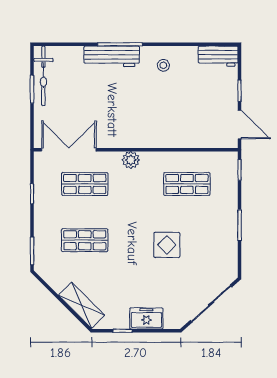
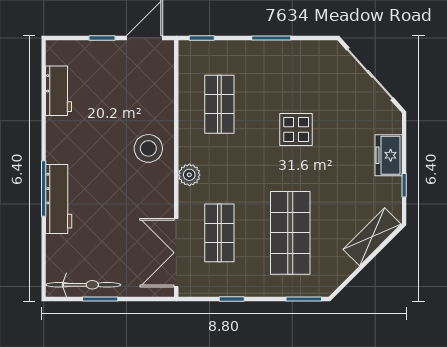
workbench: (218, 56) -> (59, 91), moved
stool: (163, 65) -> (148, 148), moved, width x1.89, depth x1.89
shop shelf: (85, 240) -> (290, 233), width x1.43, depth x1.36

